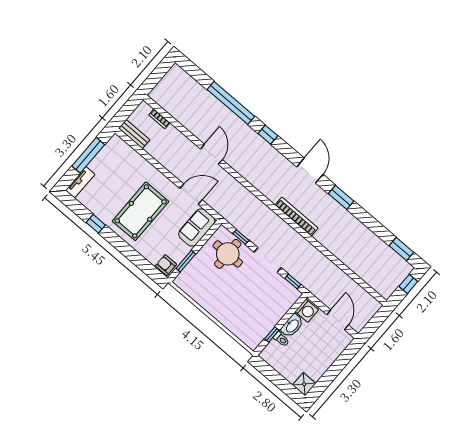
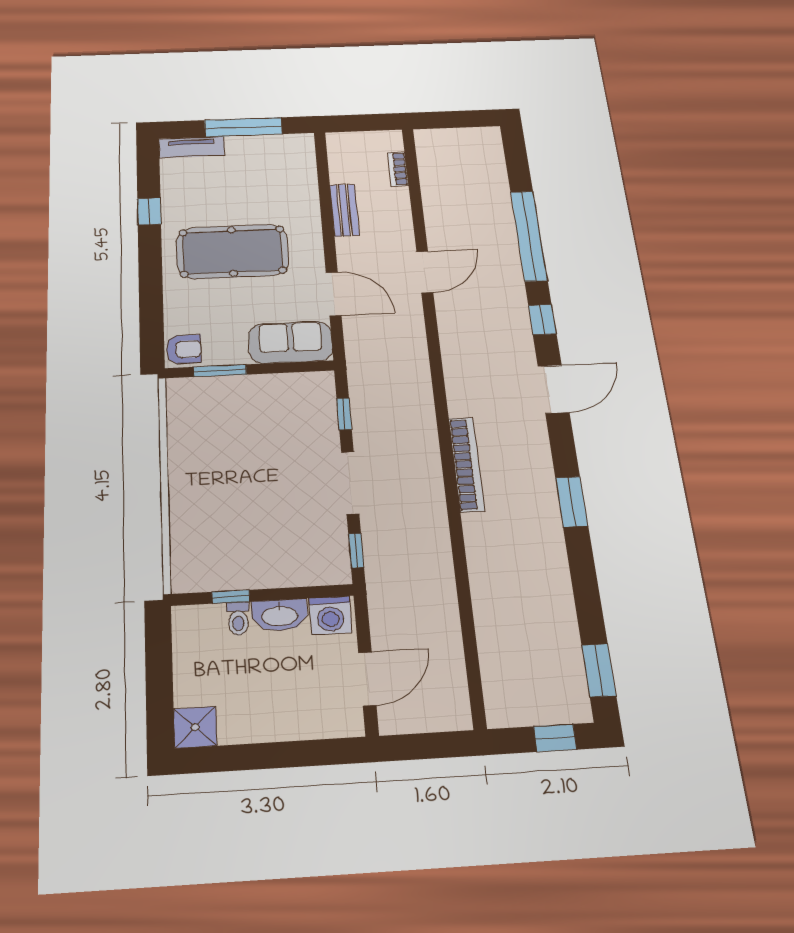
bench: (134, 134) -> (344, 210), moved
door: (310, 171) -> (553, 389), moved
round table: (228, 254) -> (296, 418), removed
armchair: (166, 265) -> (184, 349), turned 90

